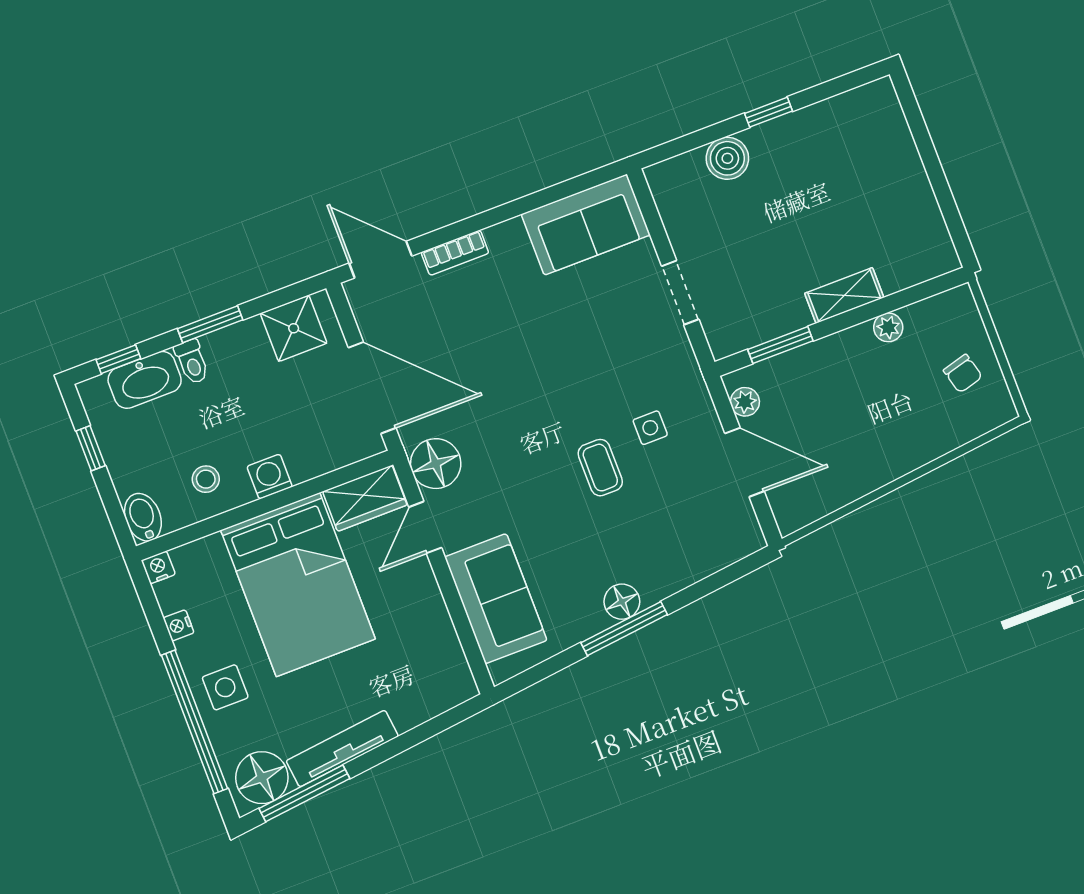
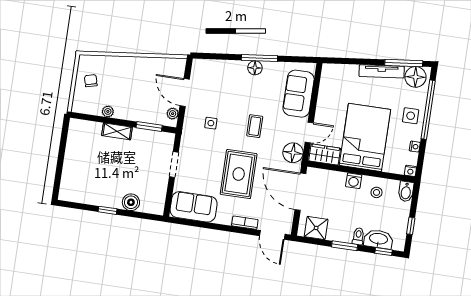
rug: (528, 351) -> (239, 174), added
coffee table: (600, 468) -> (255, 126), moved

